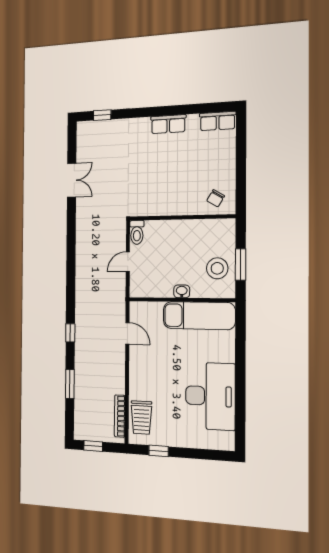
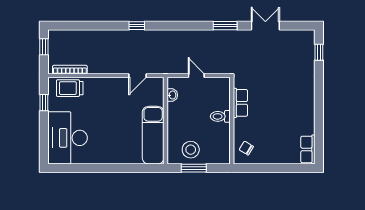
row of seats: (168, 124) -> (240, 103), moved, turned 180
double door: (72, 180) -> (265, 26), swing flipped
toilet: (137, 232) -> (220, 116), moved
washbasin: (182, 291) -> (172, 95), moved
window: (70, 384) -> (225, 26), moved
desk: (210, 396) -> (68, 138), moved, turned 90

